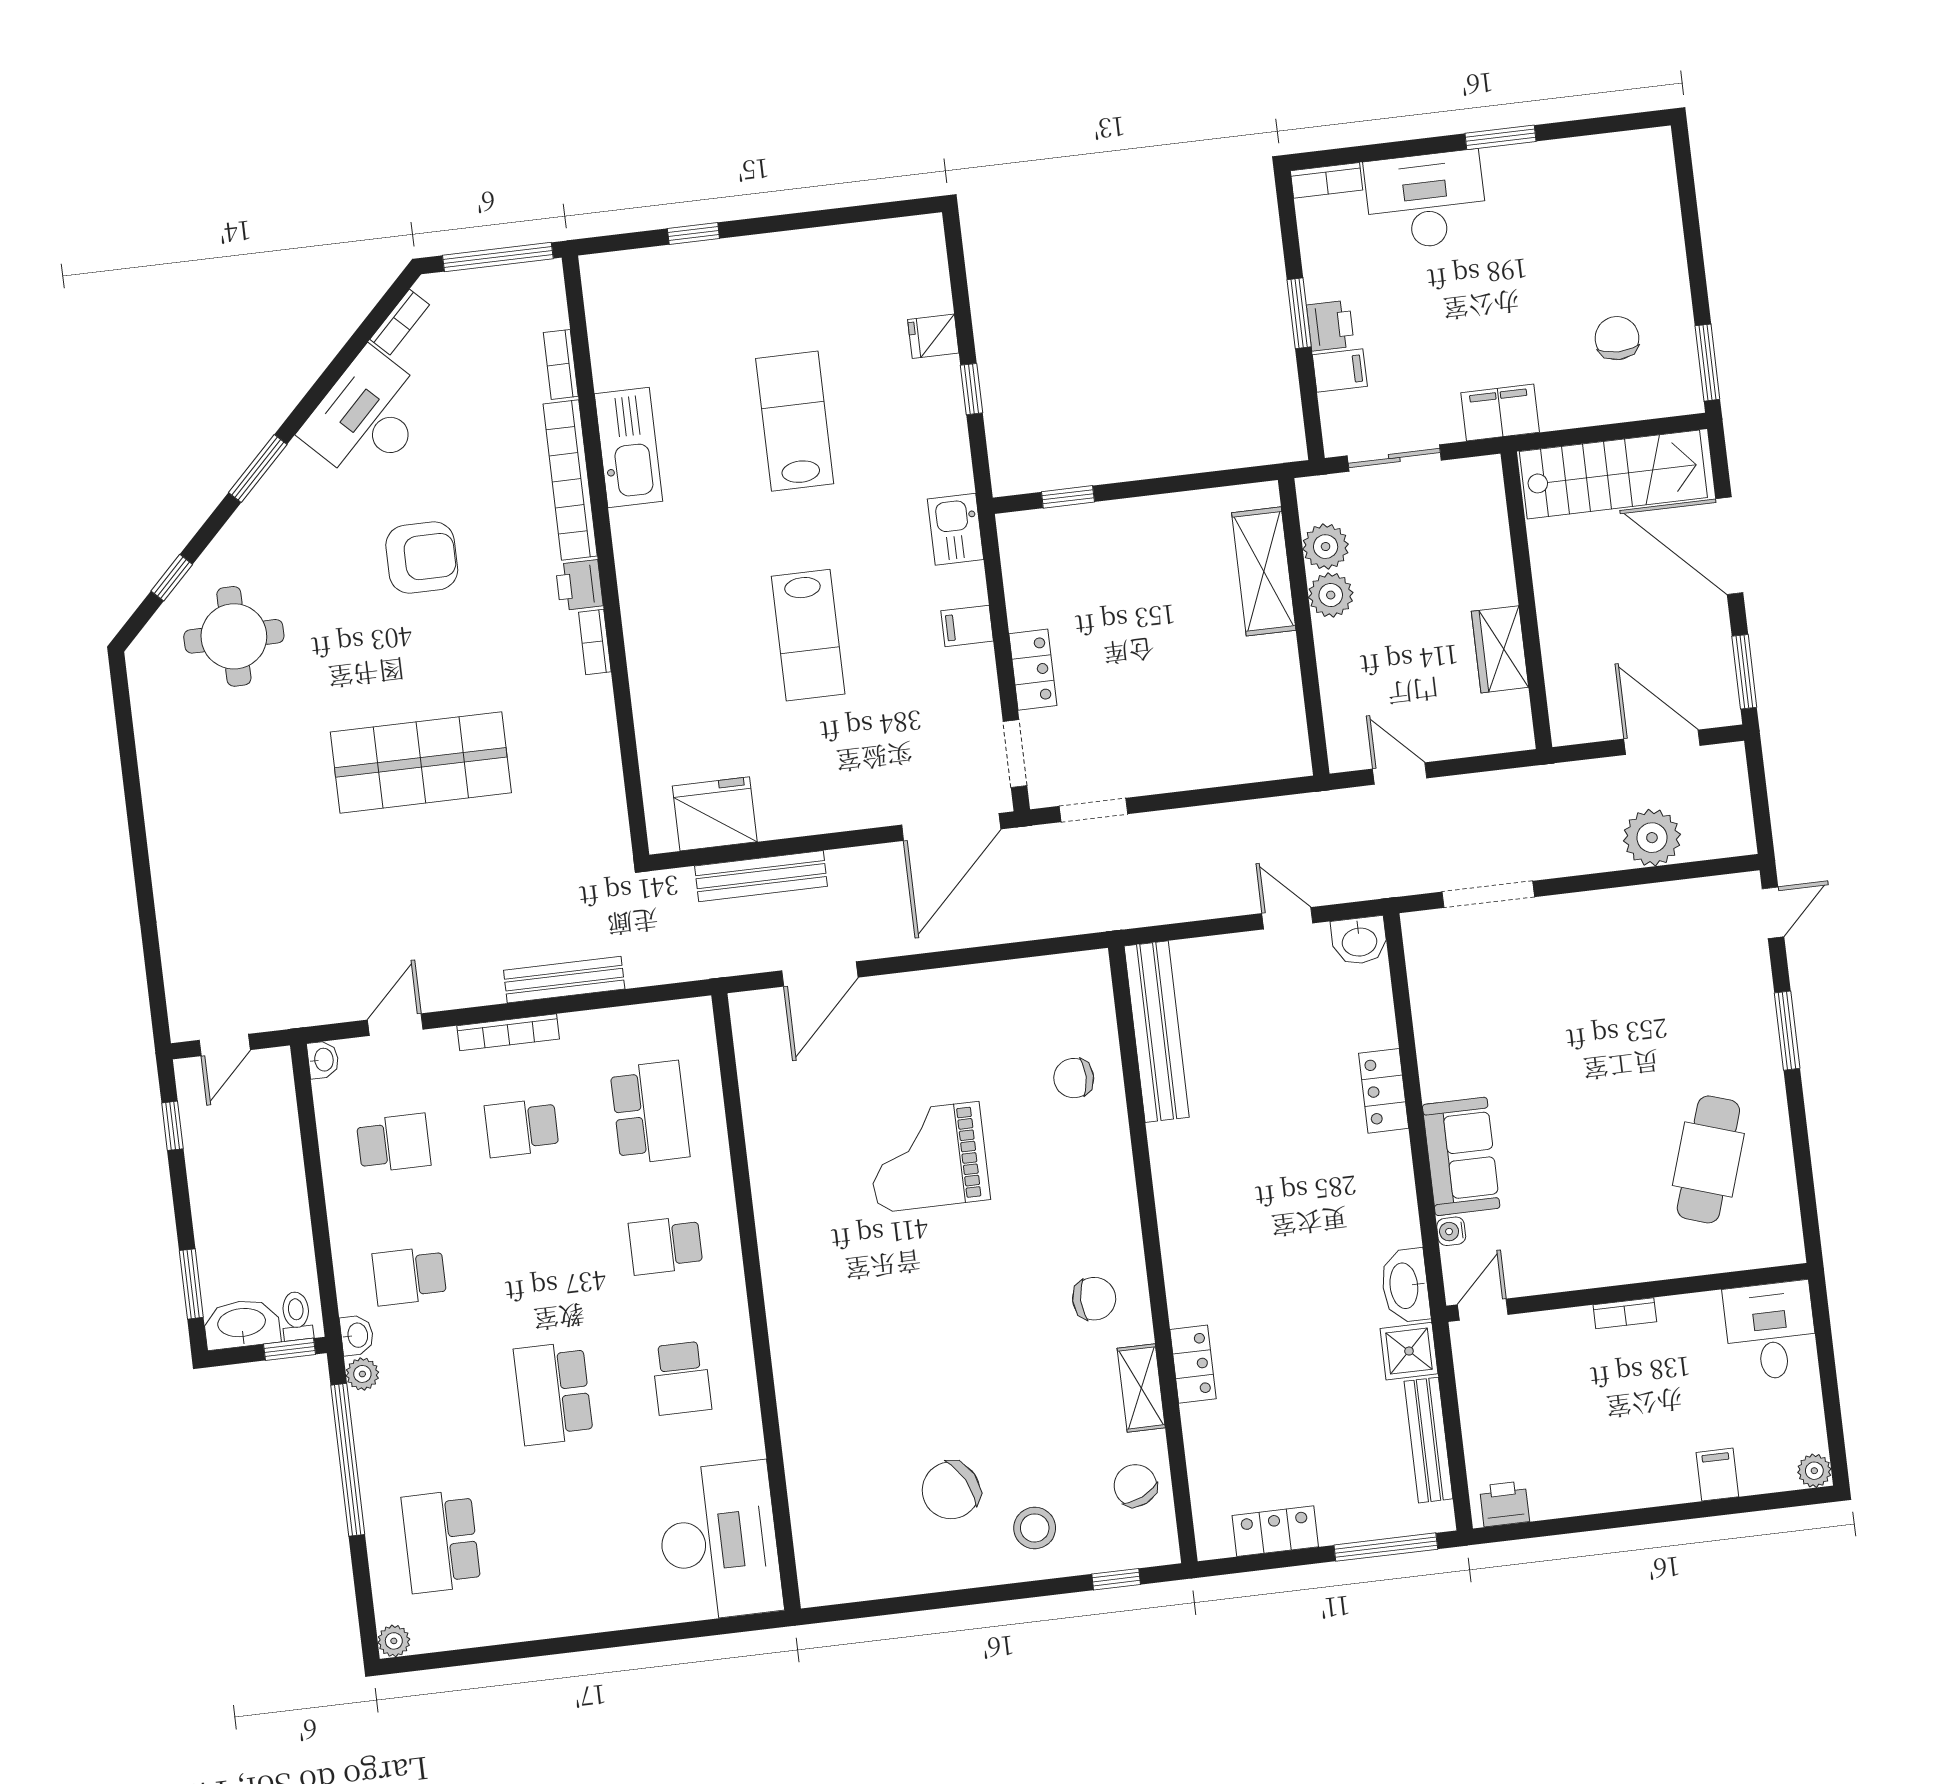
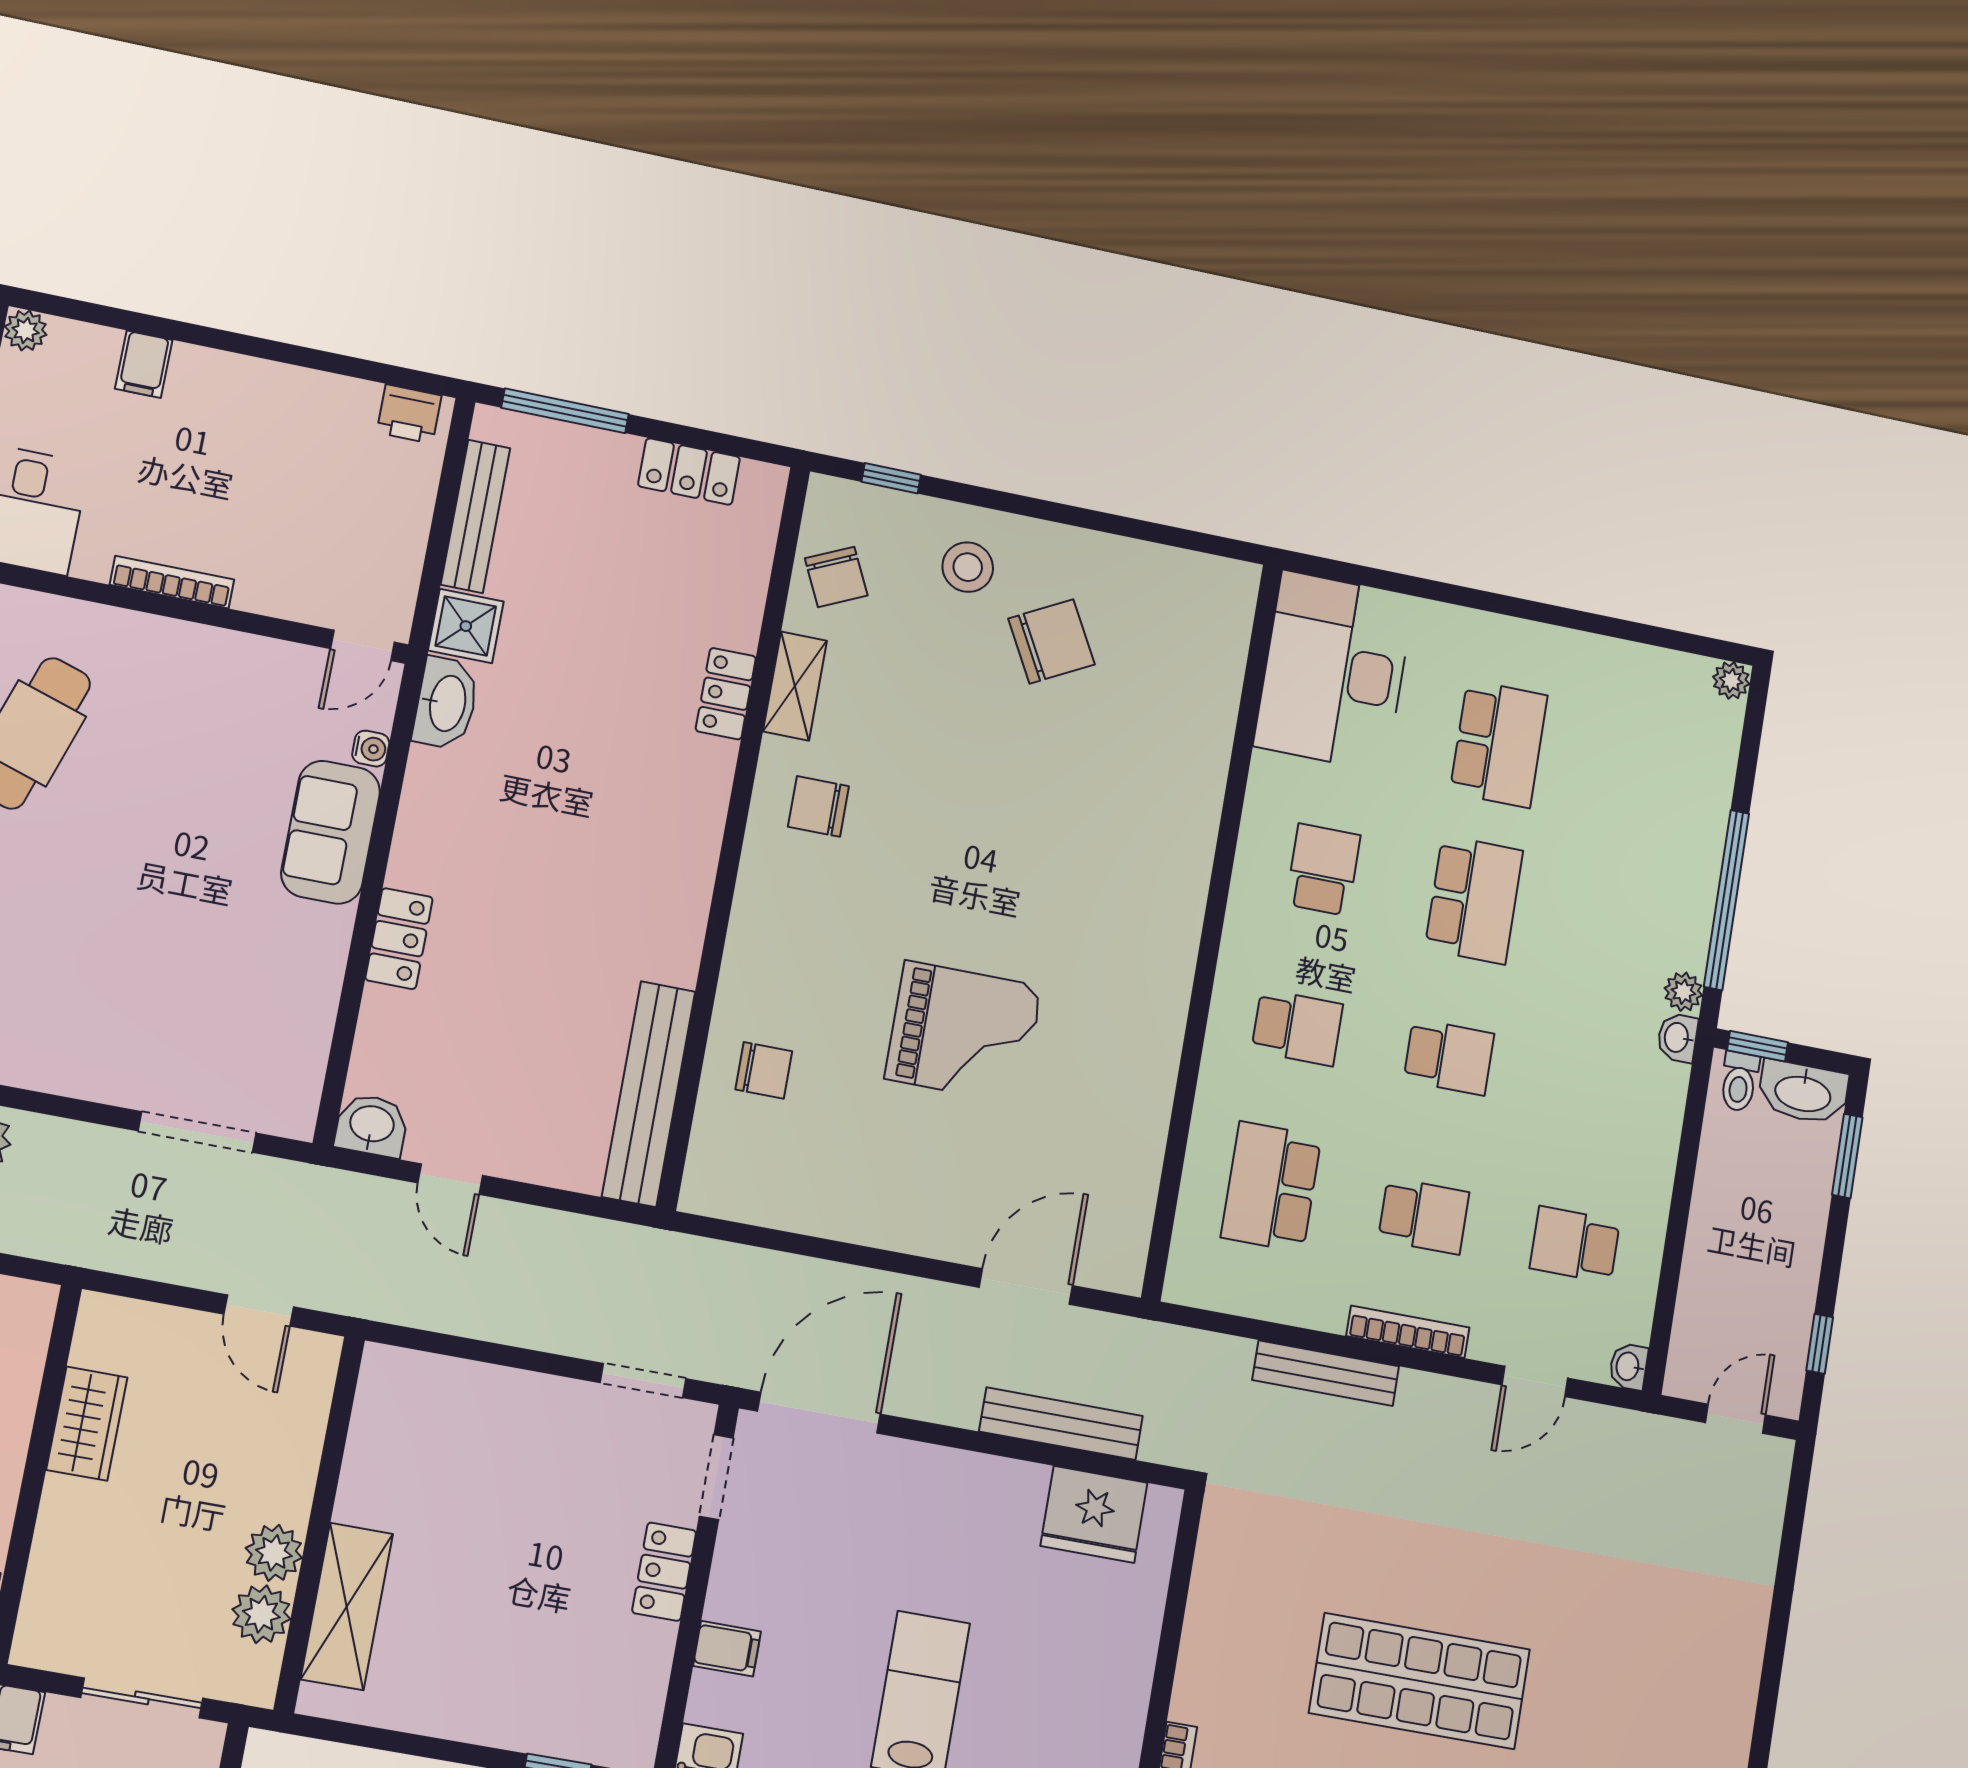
school desk: (409, 1276) -> (1449, 1057), moved
bookcase: (1625, 1313) -> (172, 582), width x1.56
school desk: (441, 1541) -> (1499, 744), moved

